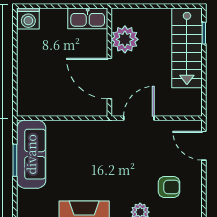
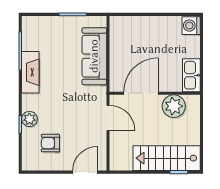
sofa: (31, 154) -> (94, 56), moved, turned 90
armchair: (169, 187) -> (50, 143), turned 90

